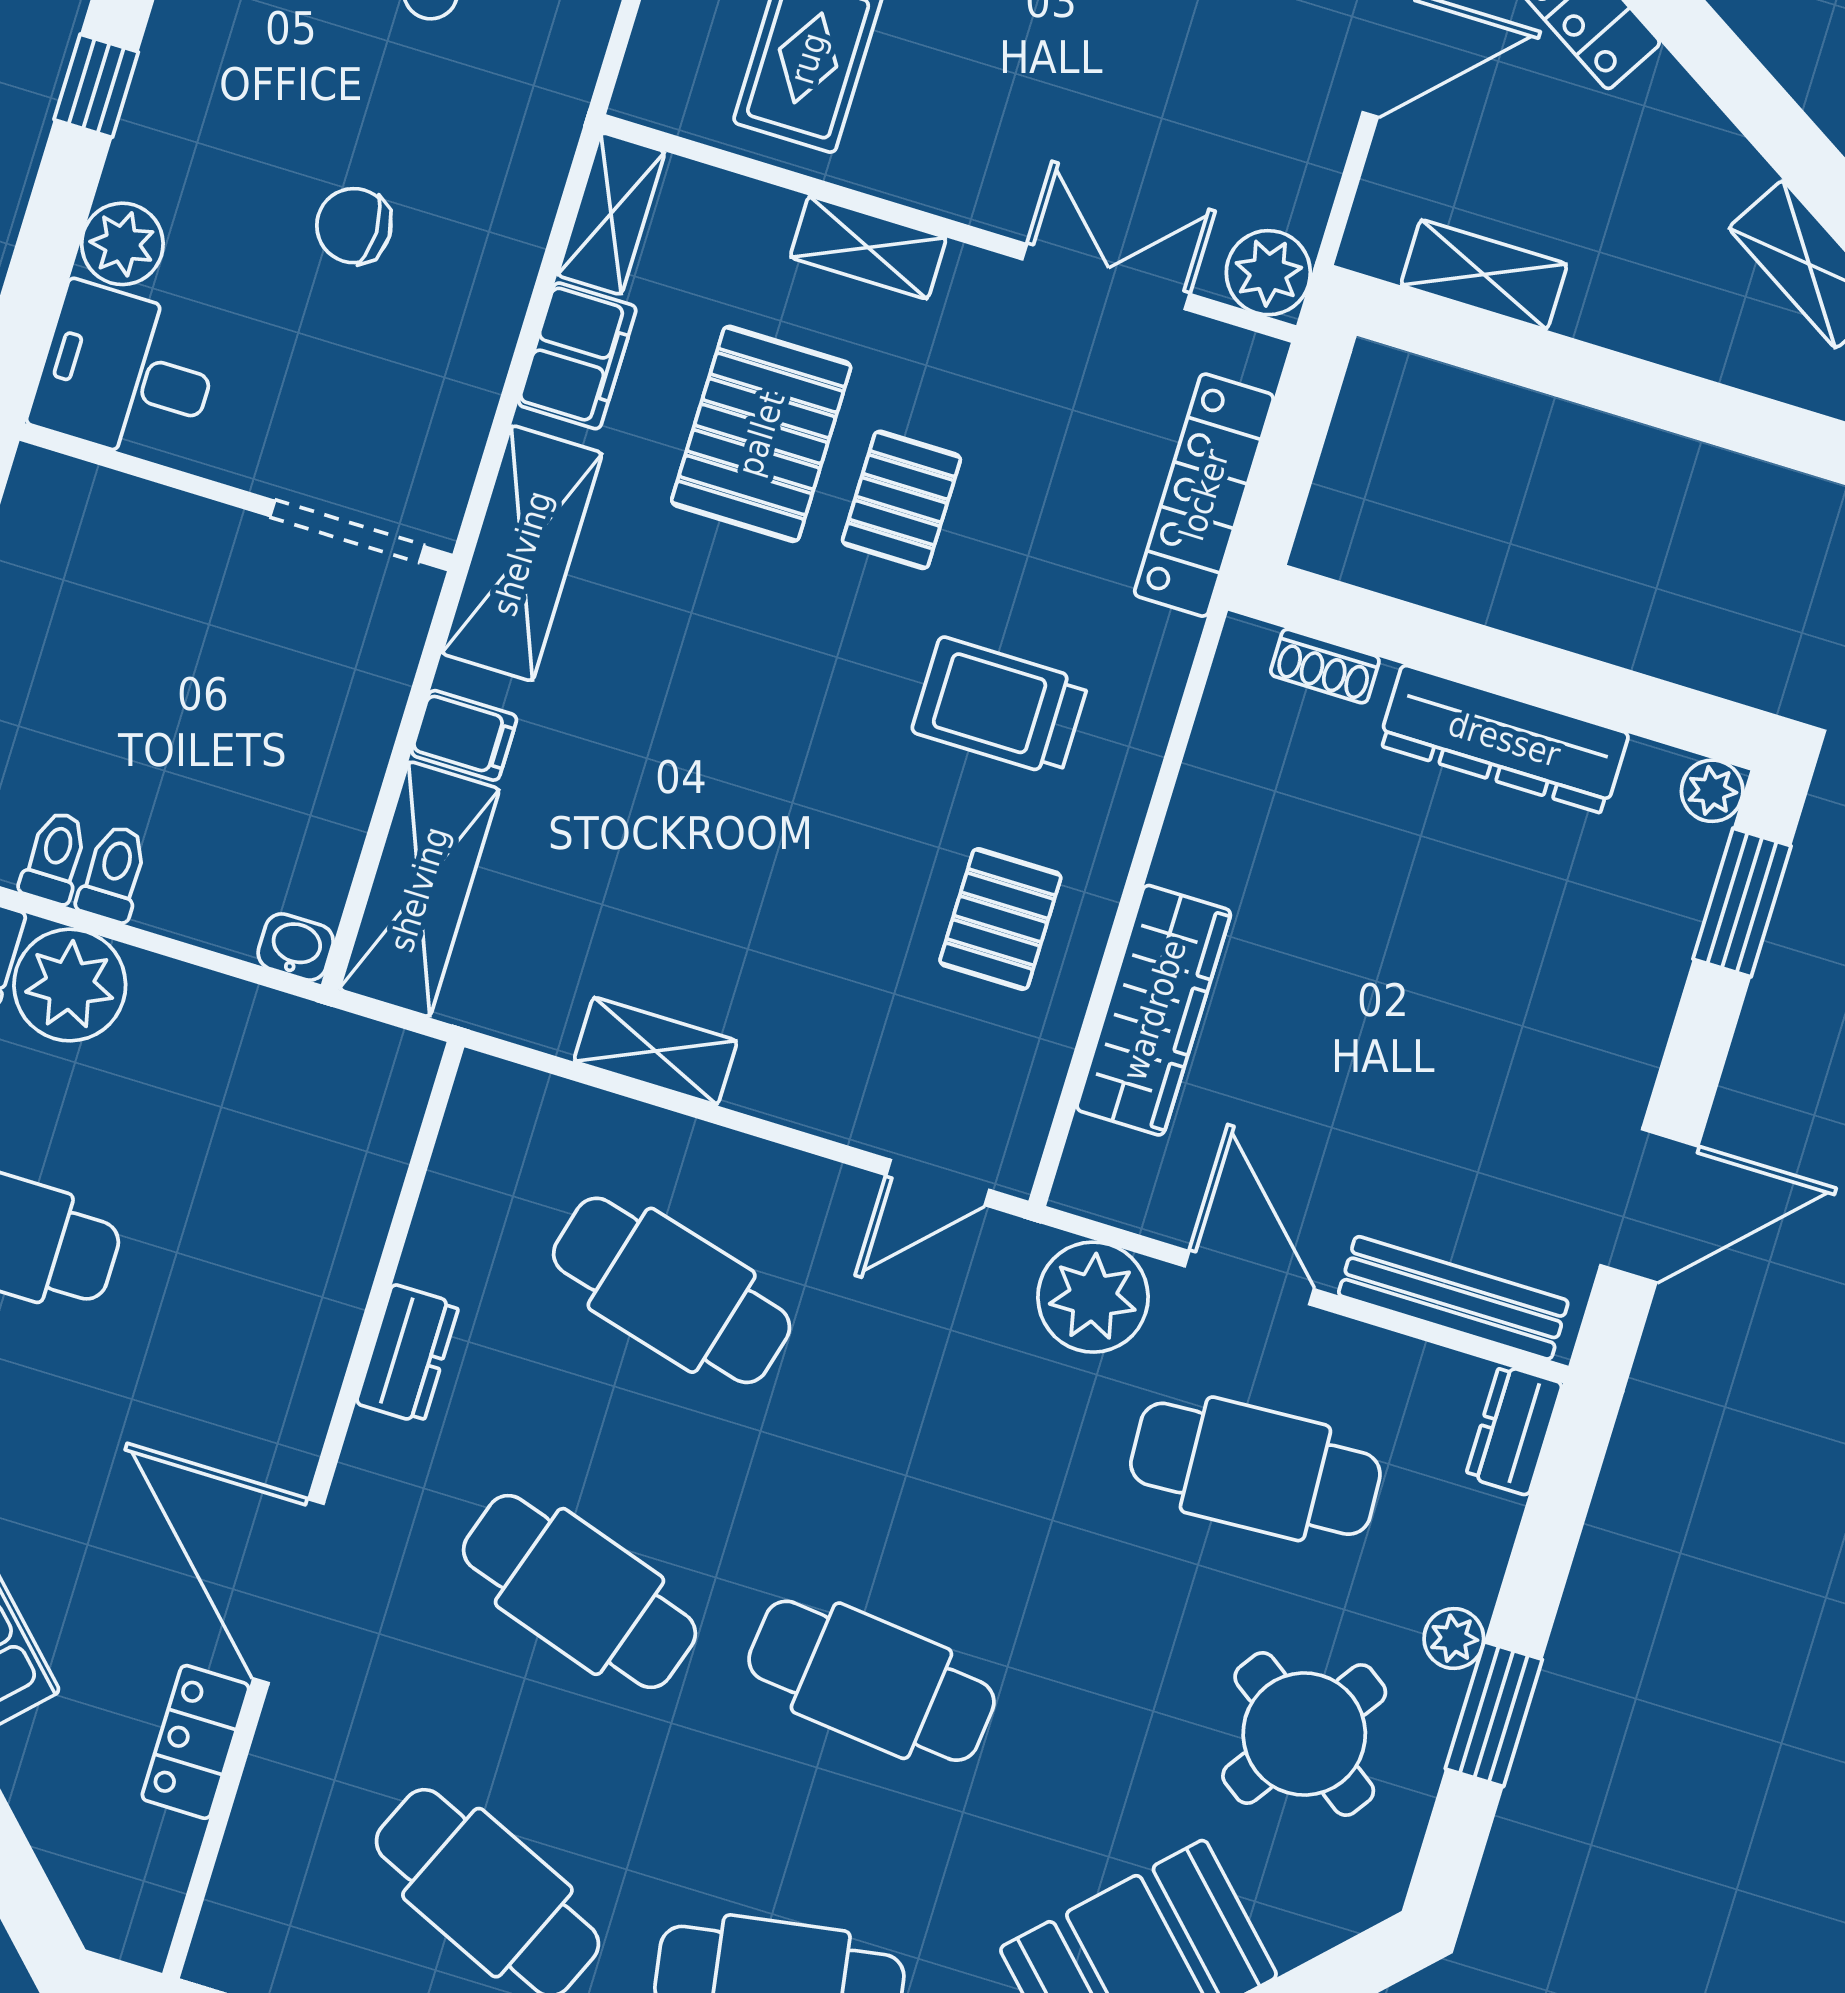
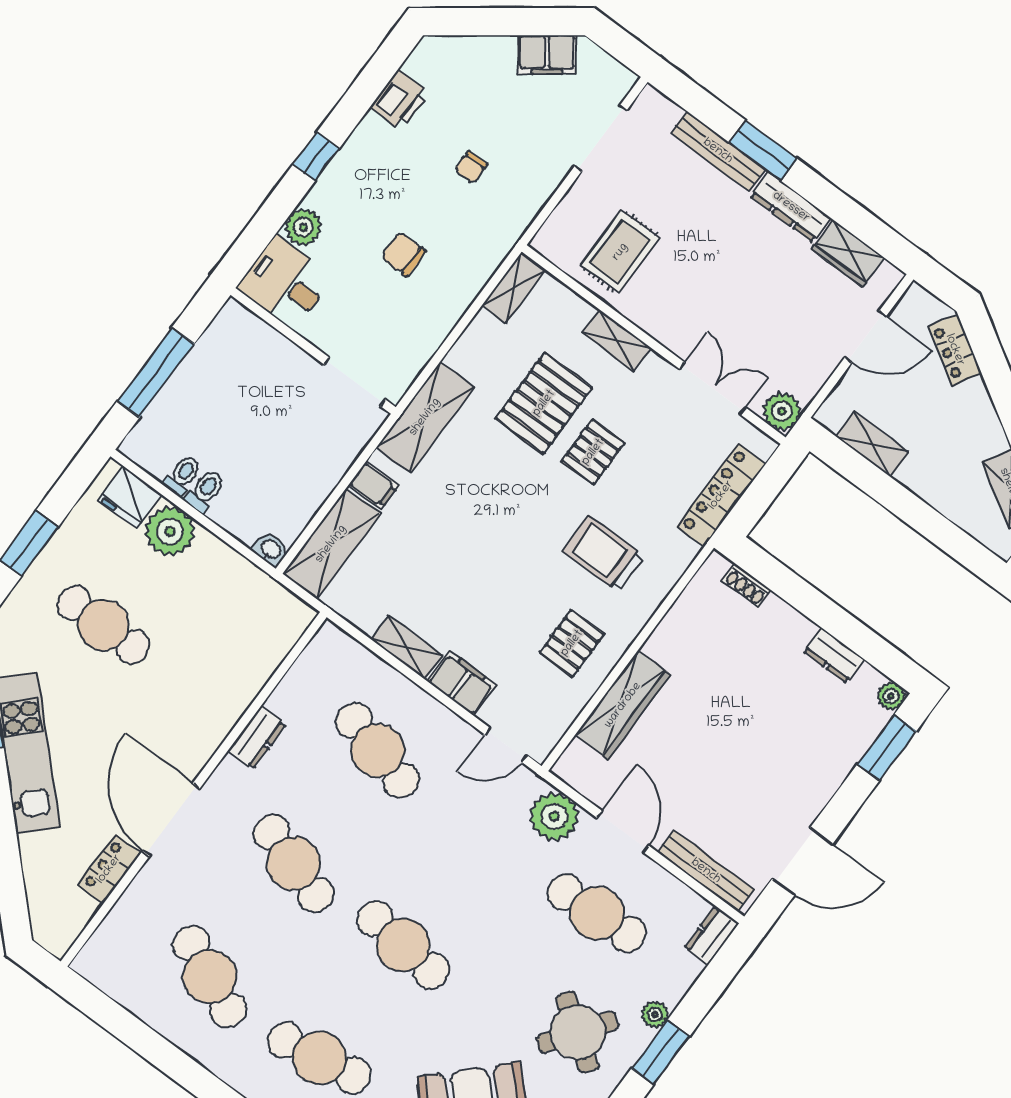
filing cabinet: (577, 356) -> (462, 683), moved, turned -90
dresser: (1504, 739) -> (834, 656), width x0.51, depth x0.80

